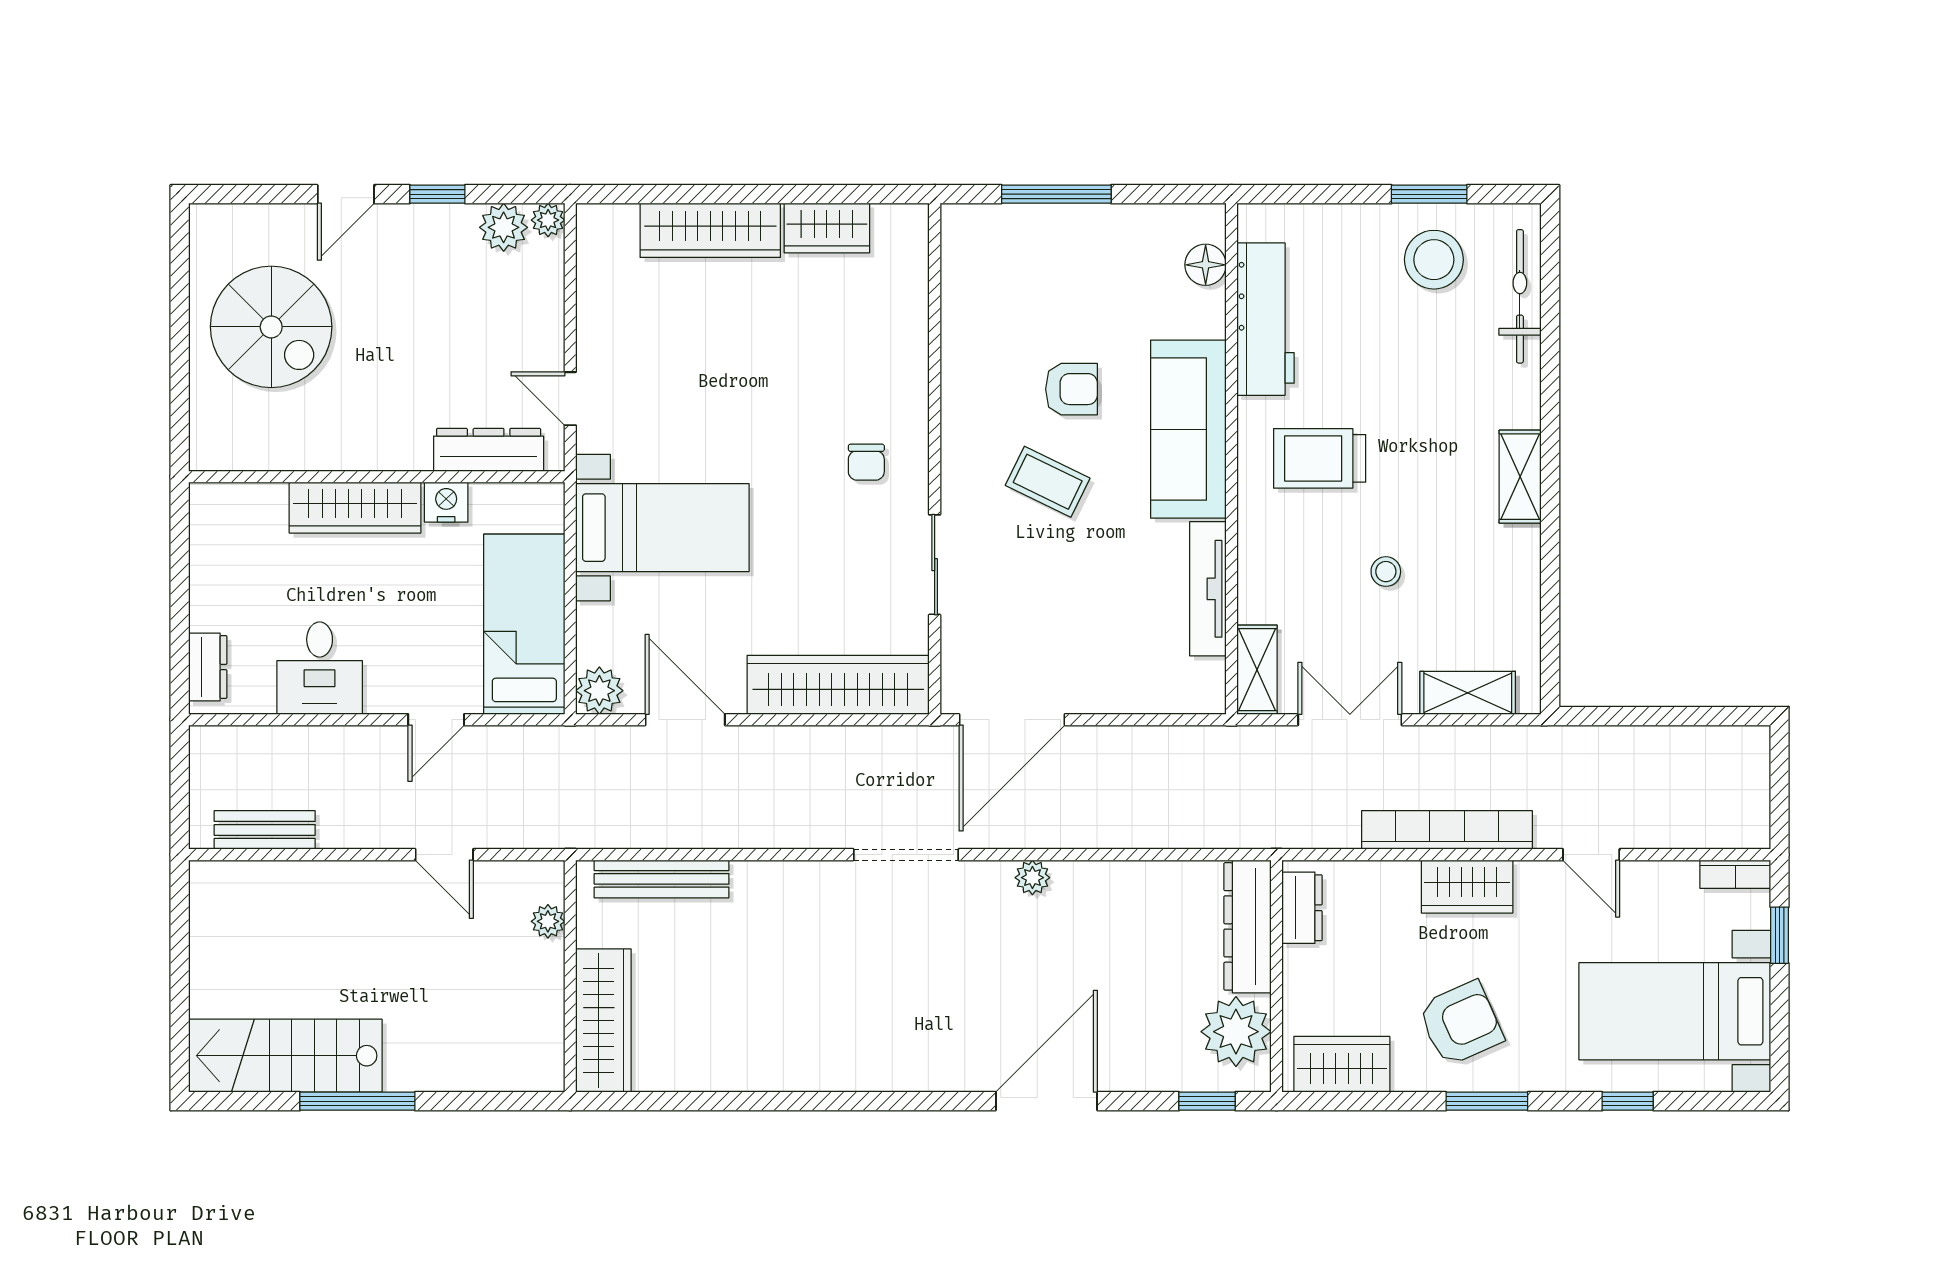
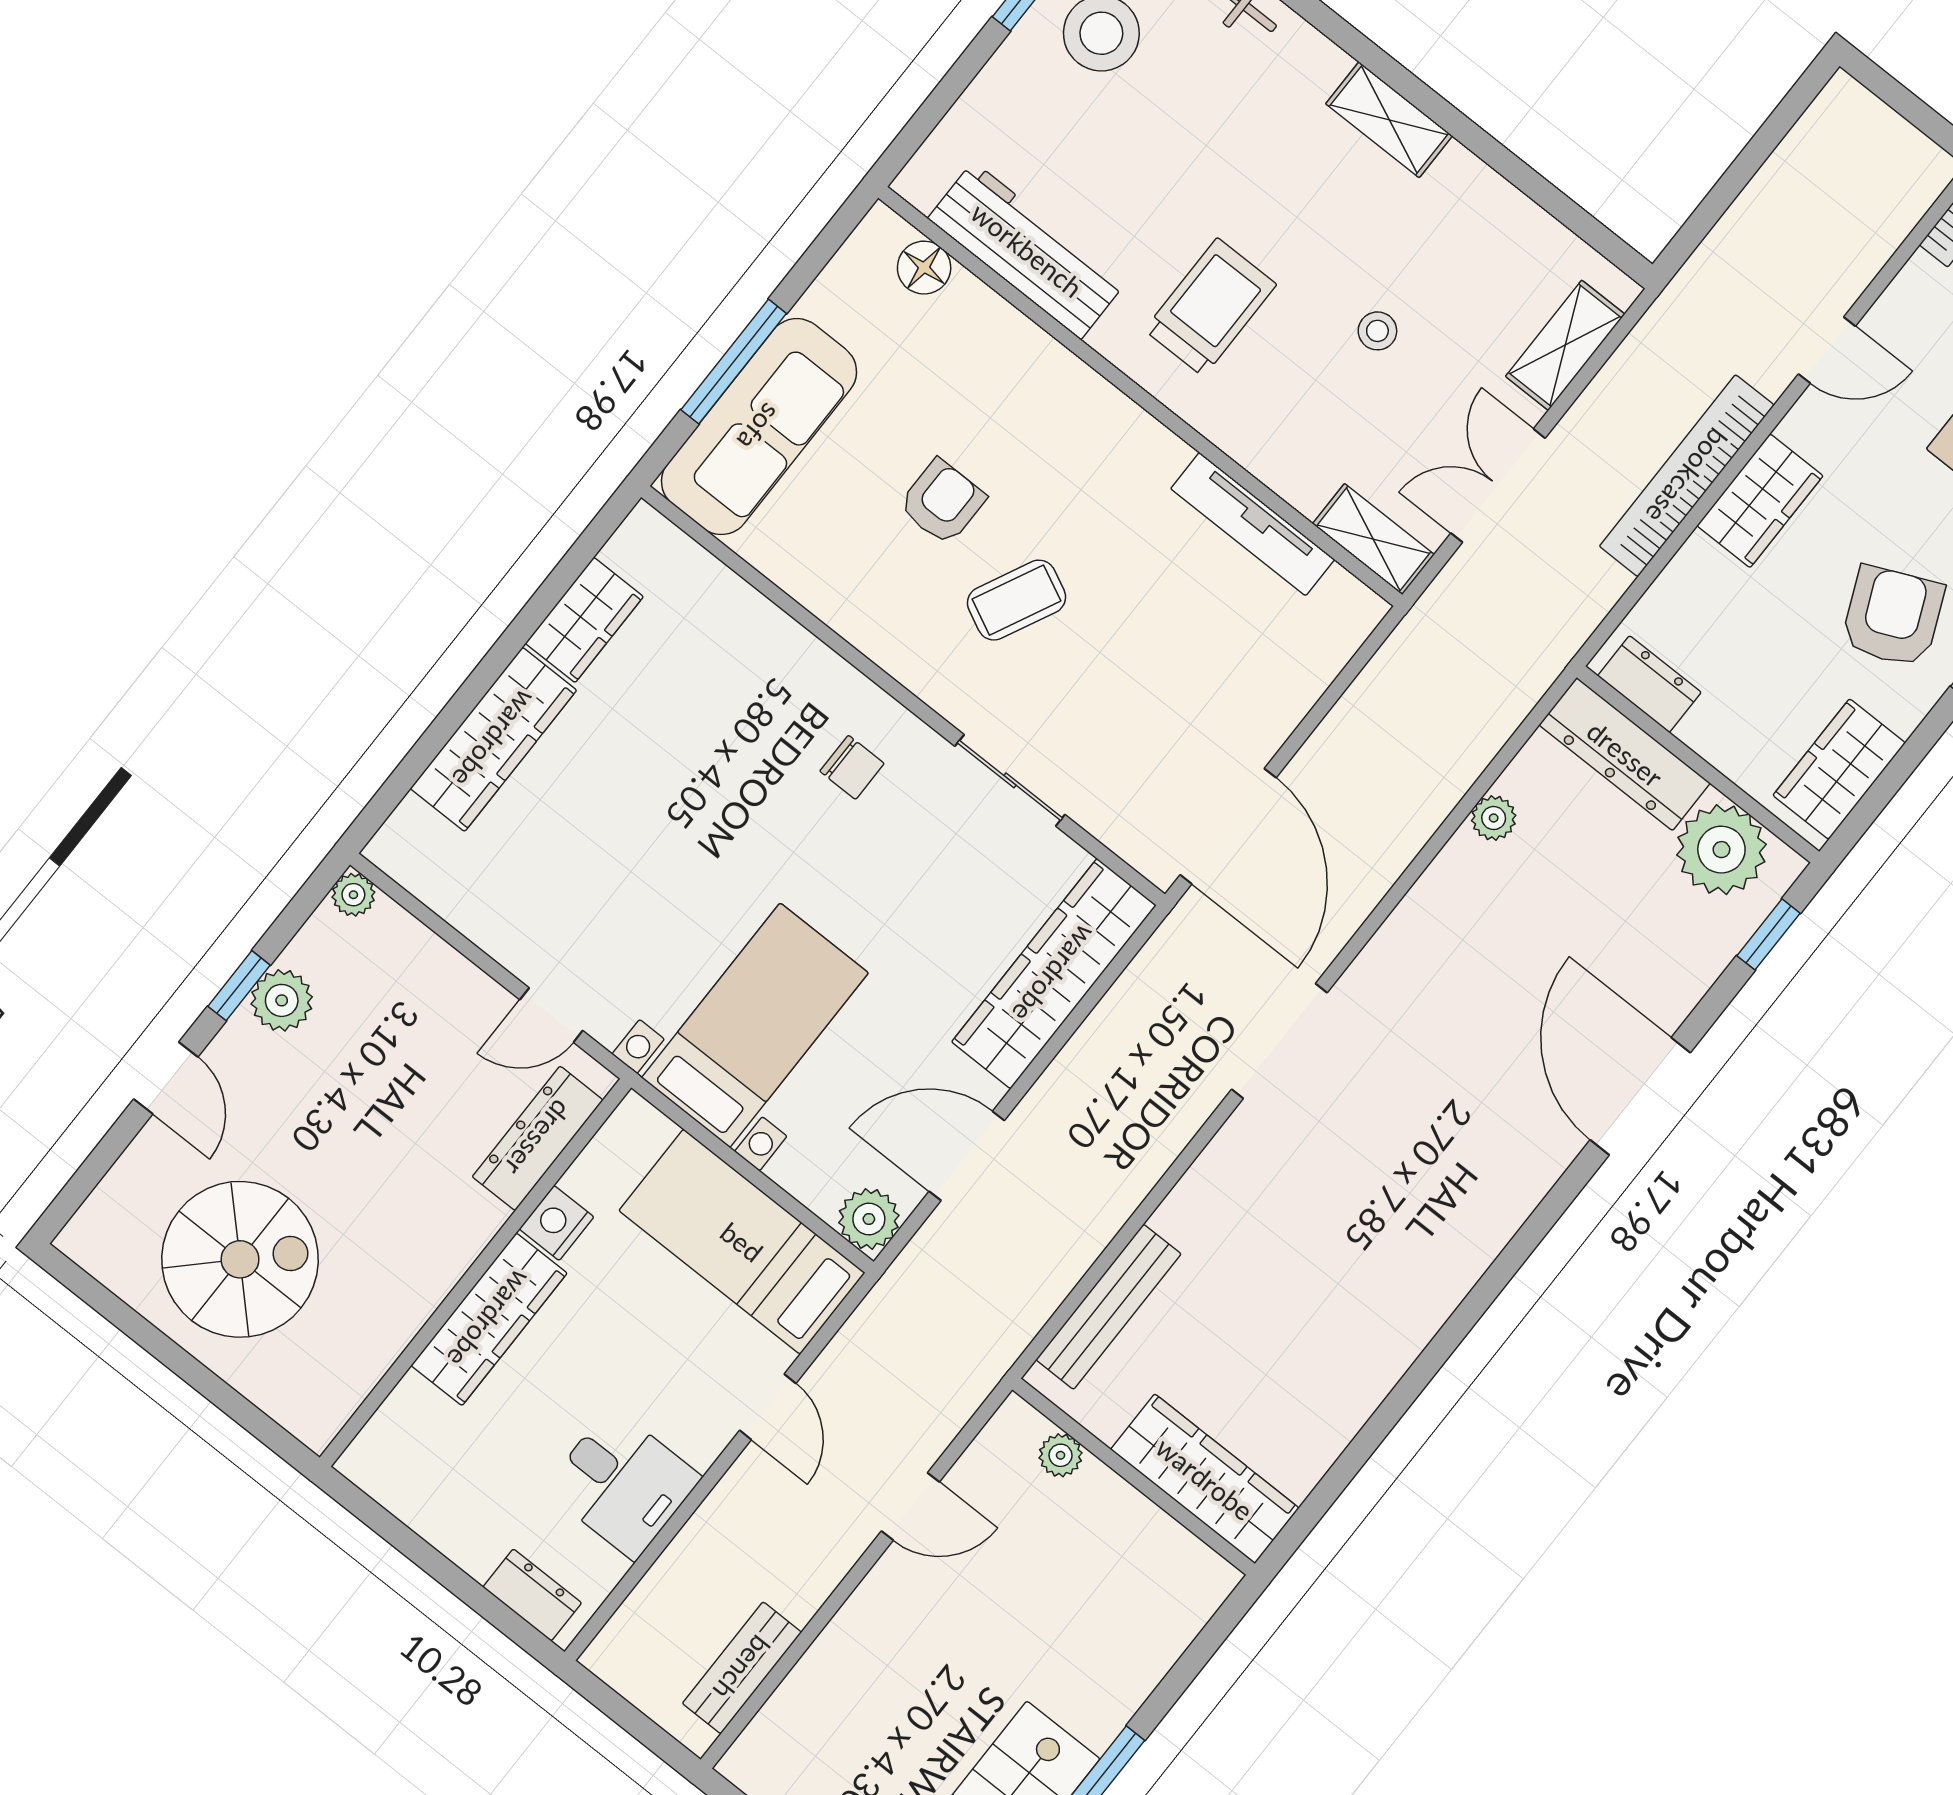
plant: (504, 227) -> (282, 1000), moved
sofa: (1188, 429) -> (759, 427), moved, turned -90
trolley: (1320, 458) -> (1210, 307), turned 180
plant: (1032, 878) -> (1494, 818), moved

